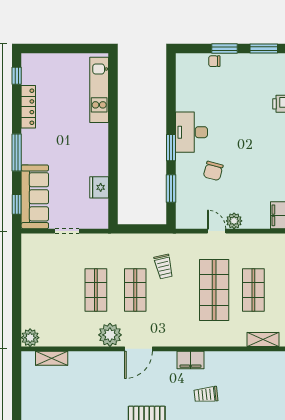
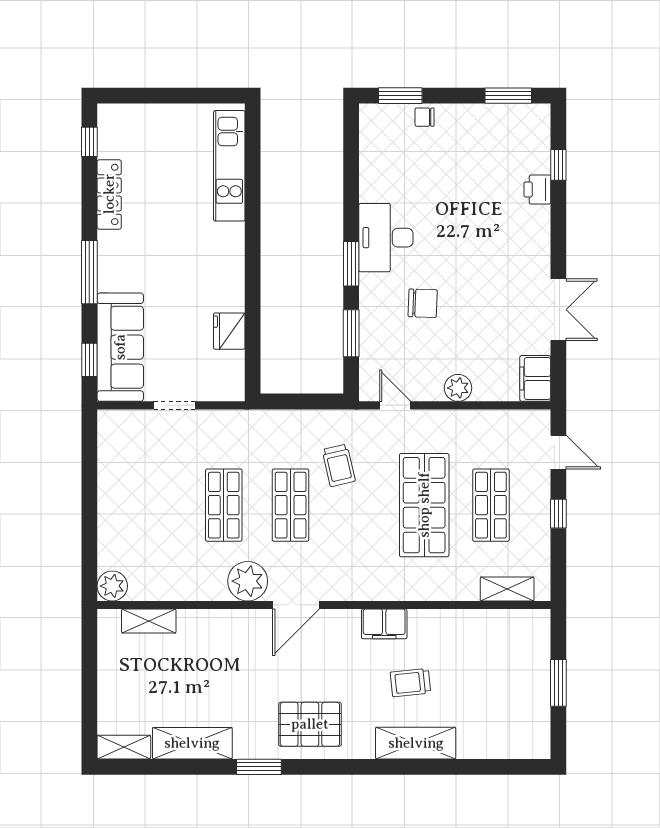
window: (224, 49) -> (400, 96), moved
chair: (213, 171) -> (423, 303), turned -103
door: (217, 231) -> (395, 405), moved

